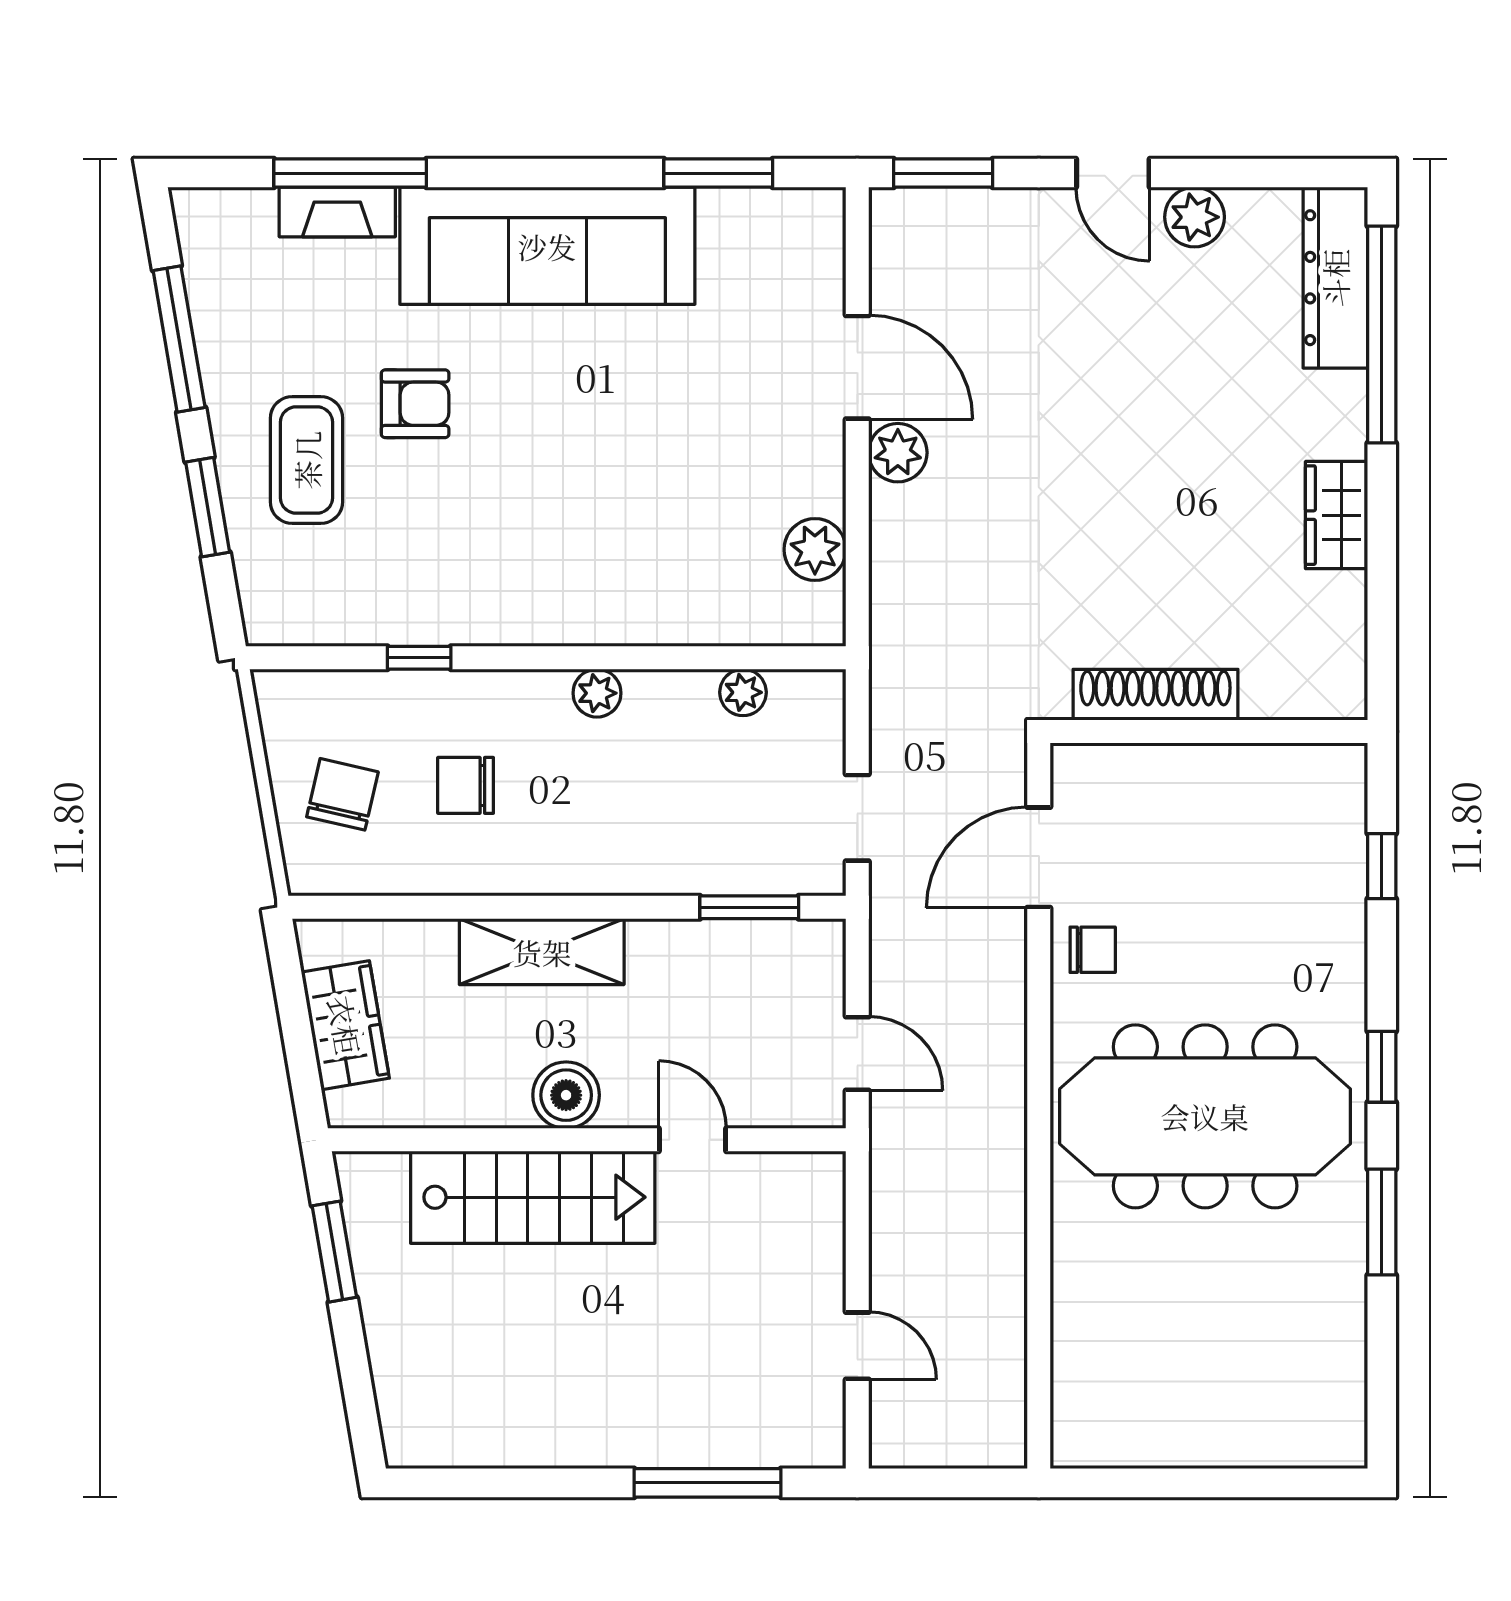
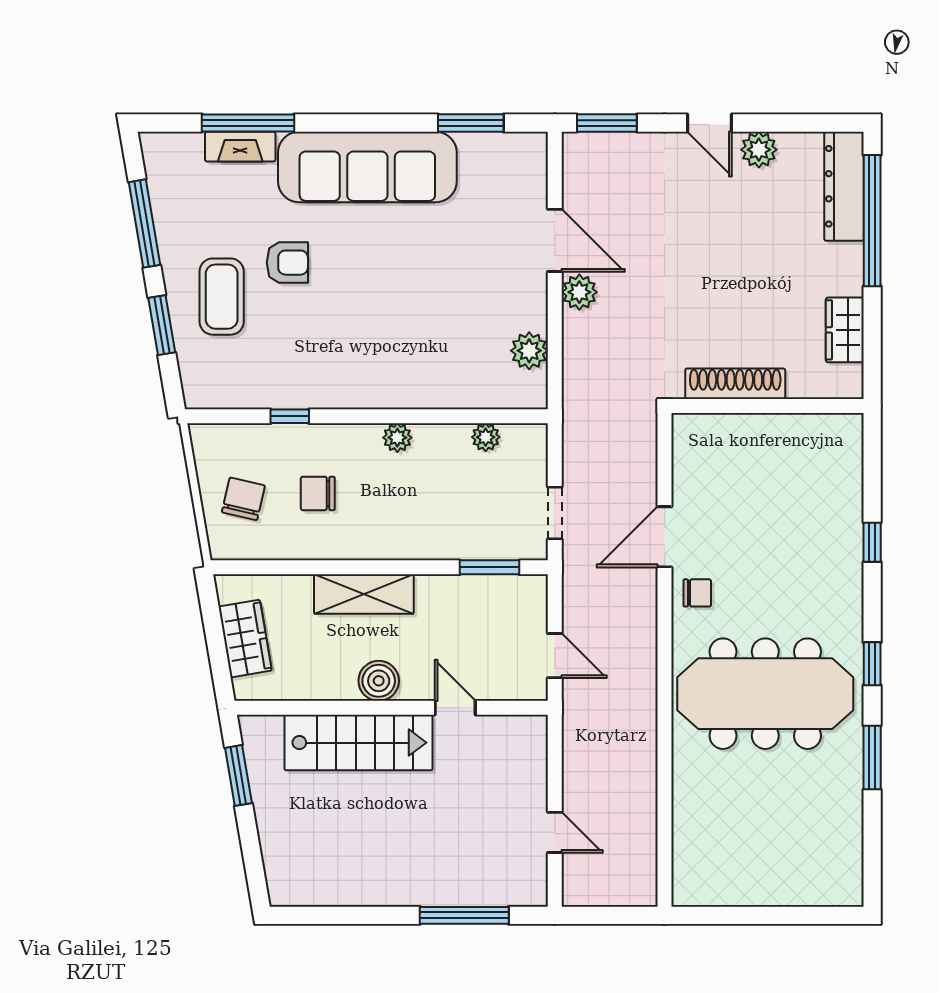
shoe rack: (1155, 695) -> (735, 384), moved
wall: (1209, 732) -> (767, 406), moved

